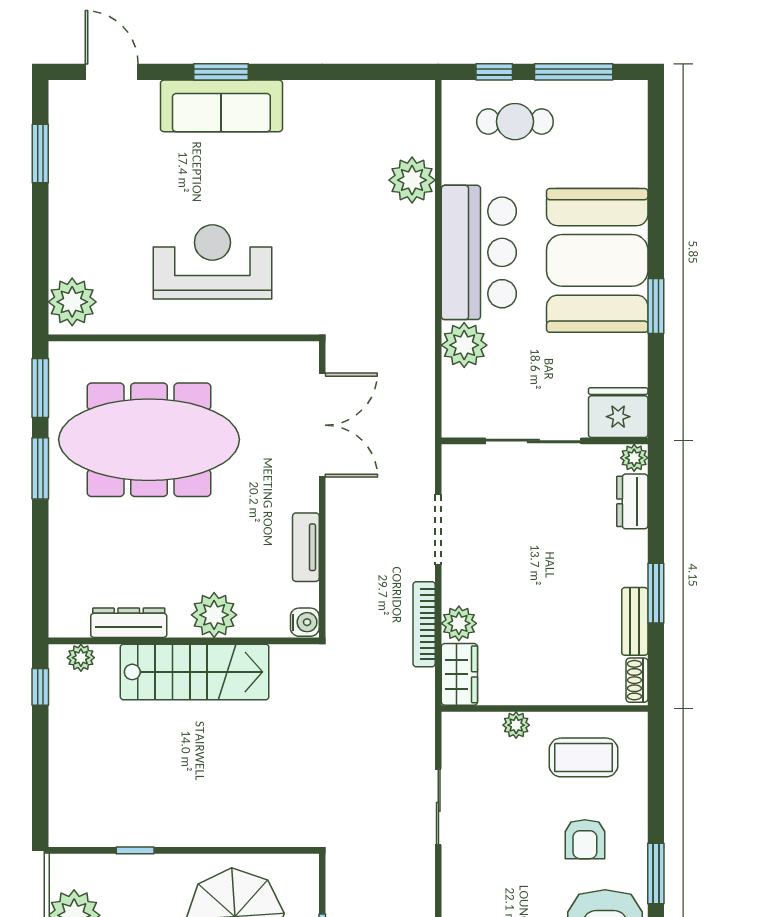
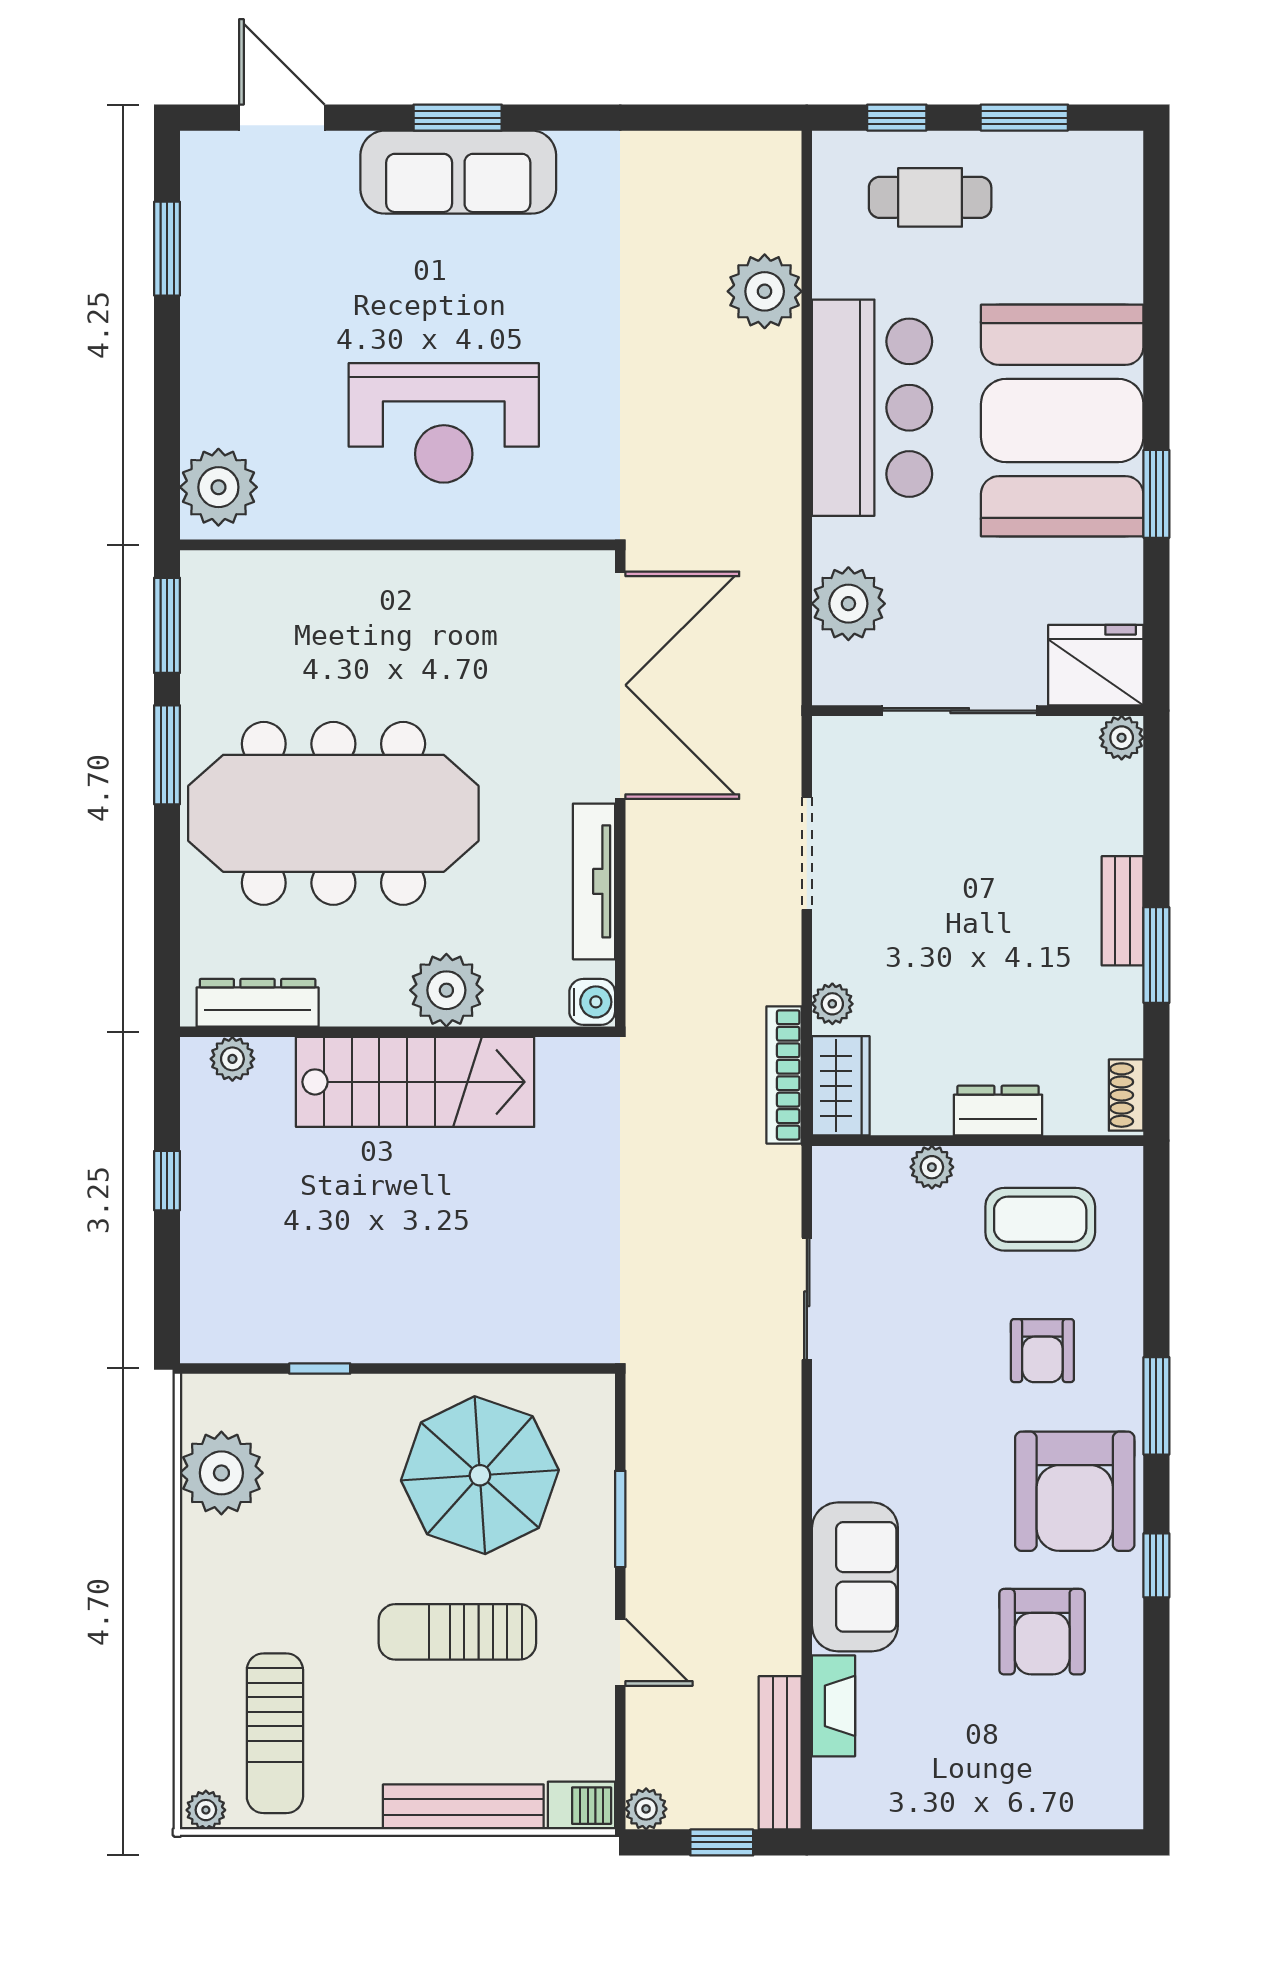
window: (574, 72) -> (1024, 118), width x0.69
reception desk: (212, 262) -> (444, 423), turned 180
plant: (464, 345) -> (848, 604), moved
double door: (322, 425) -> (620, 685), width x1.36
meeting table: (149, 440) -> (333, 813), moved
dresser: (632, 501) -> (998, 1111), moved, turned 90
tv unit: (306, 547) -> (594, 881), width x1.41
bench: (635, 621) -> (1123, 911), moved
dresser: (129, 623) -> (258, 1003), moved
plant: (459, 623) -> (832, 1004), width x0.73, depth x0.73
bookcase: (424, 624) -> (784, 1075), moved
window: (40, 687) -> (167, 1181), moved

